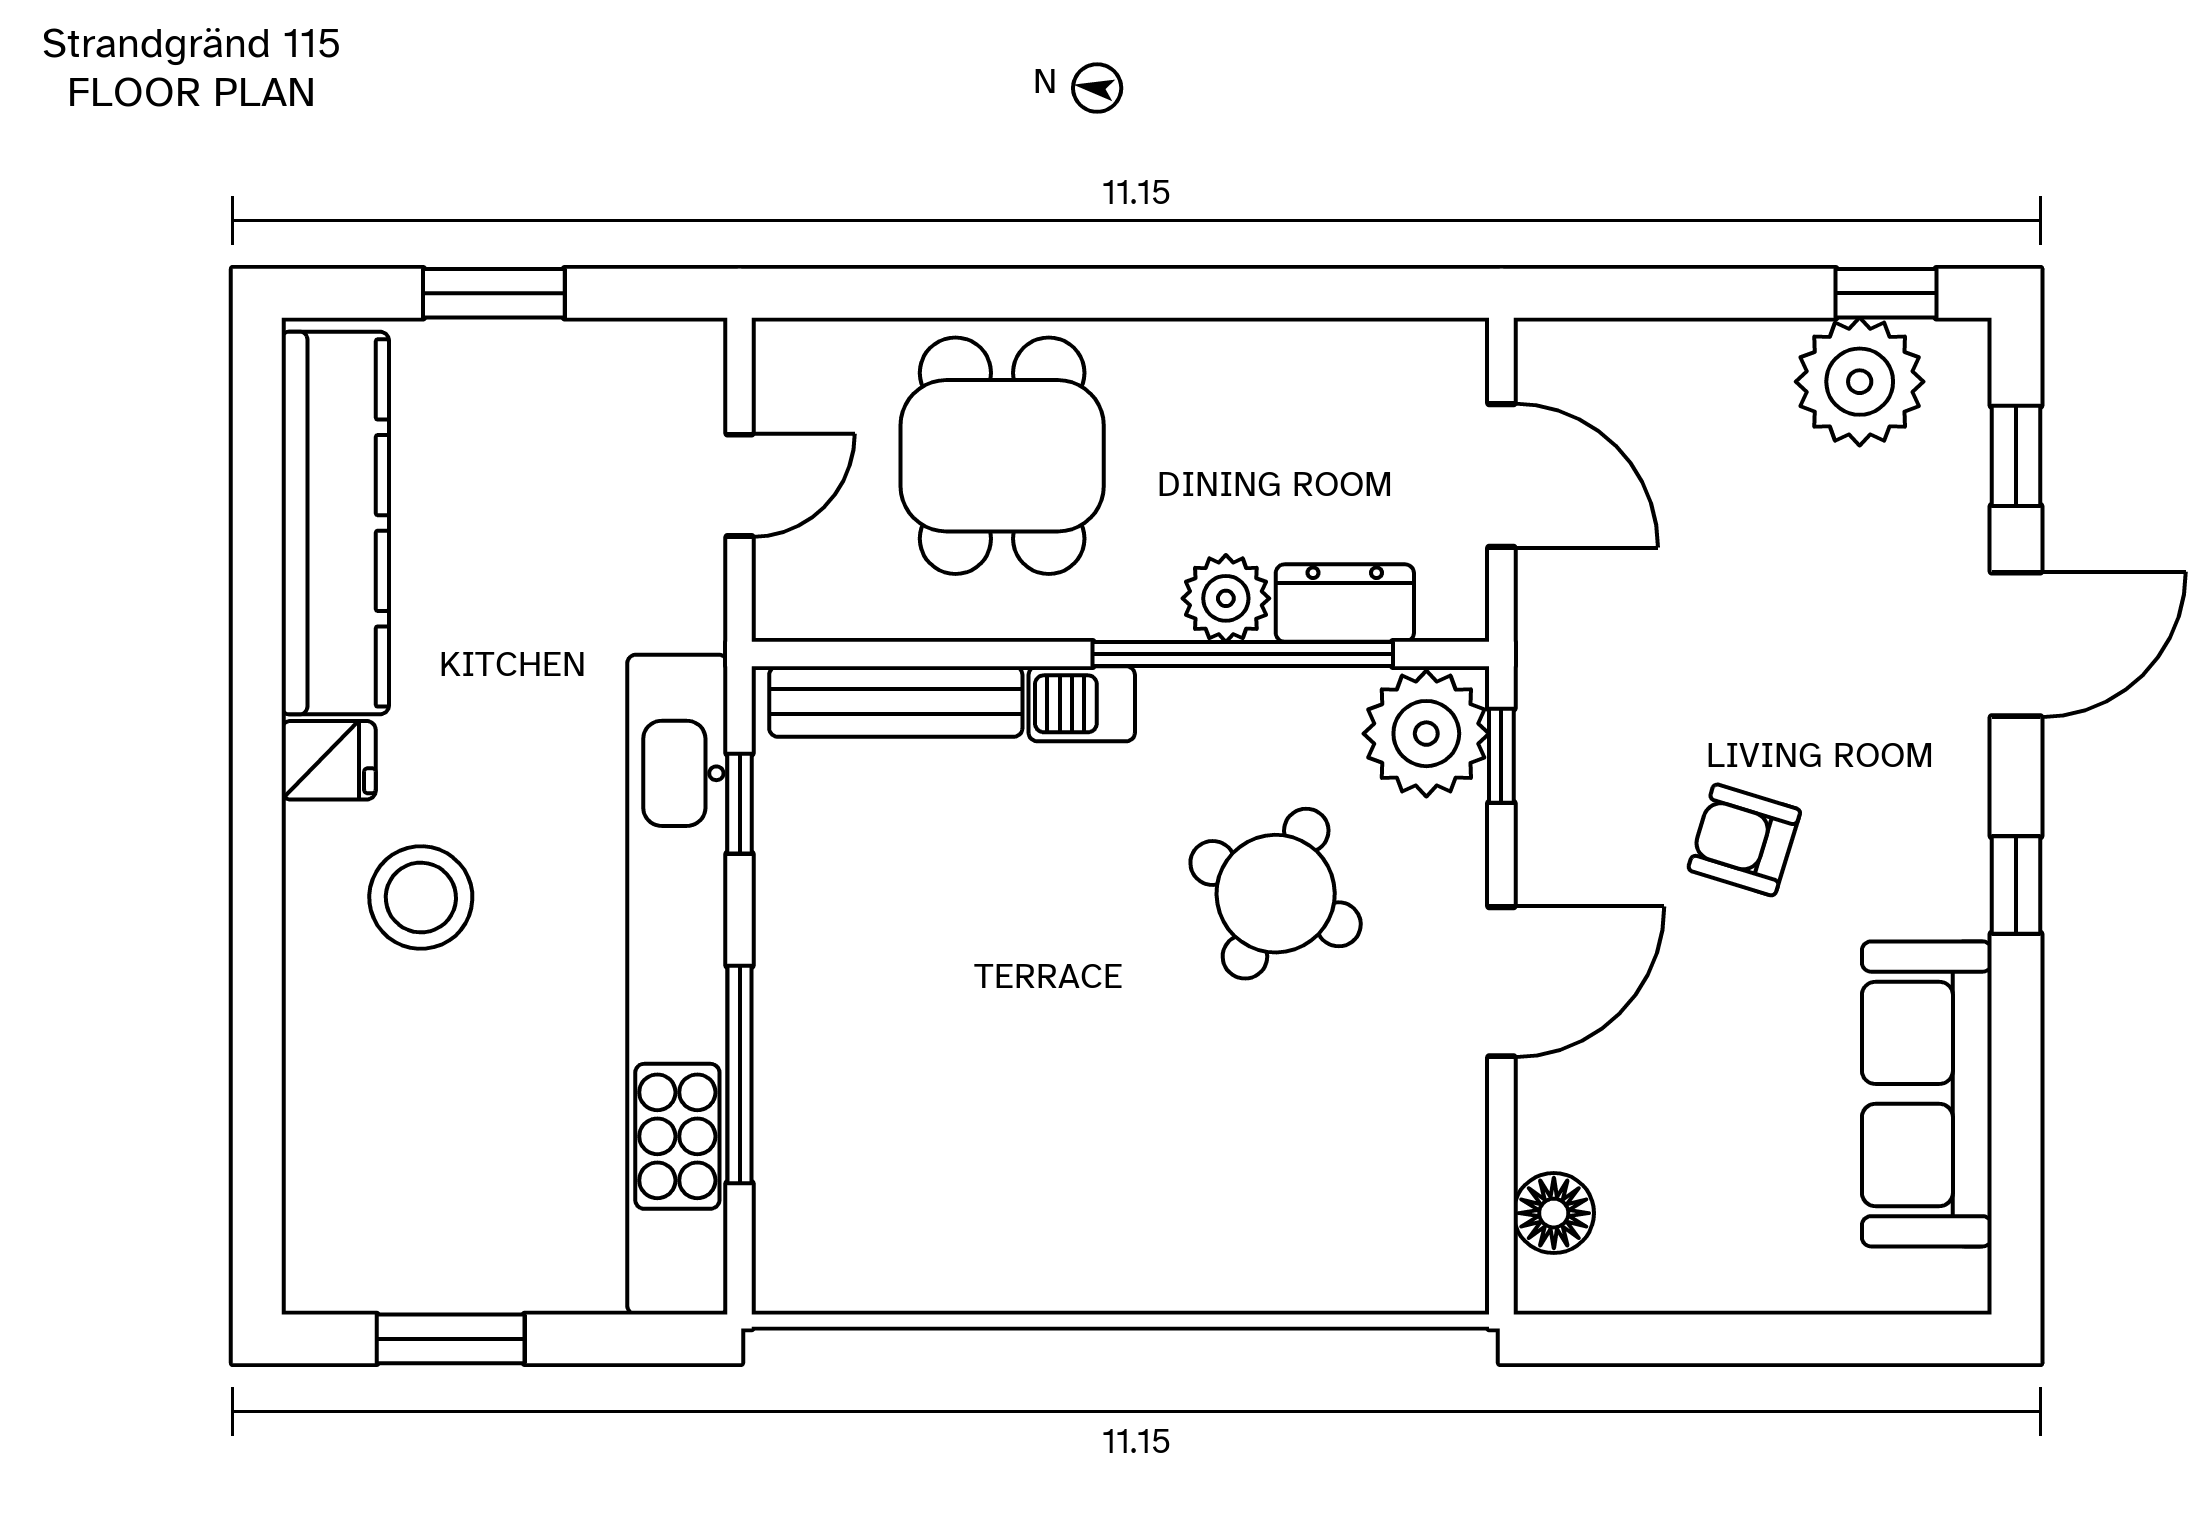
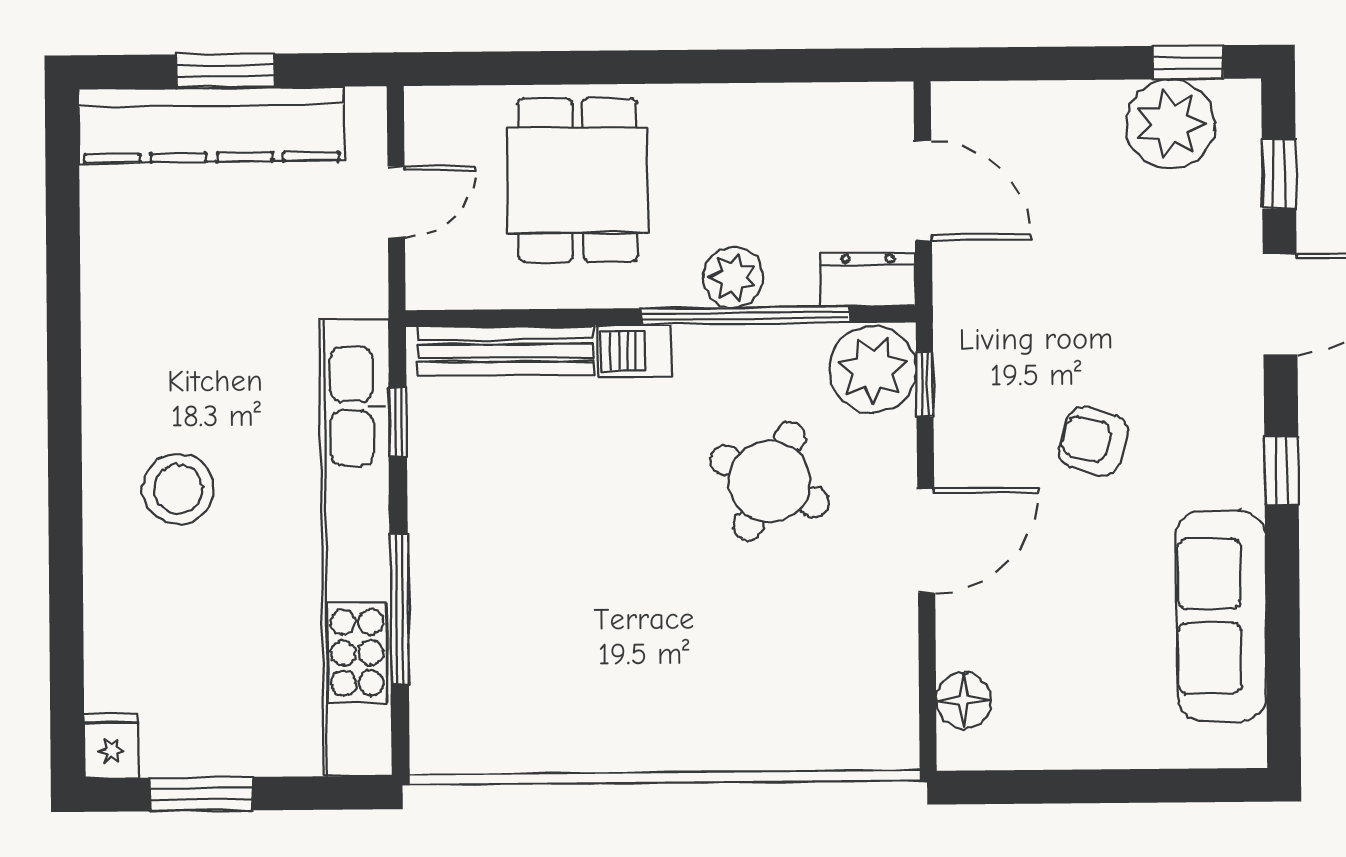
kitchen counter: (335, 523) -> (211, 125), moved, turned 90
dresser: (1345, 603) -> (868, 279), moved
fridge: (329, 760) -> (112, 746), moved, turned -90

